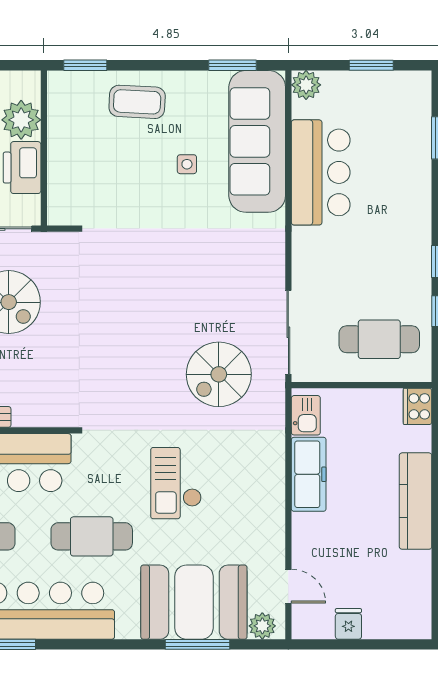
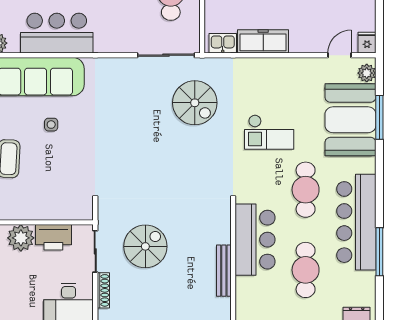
fridge: (348, 624) -> (367, 43), moved, turned 90

